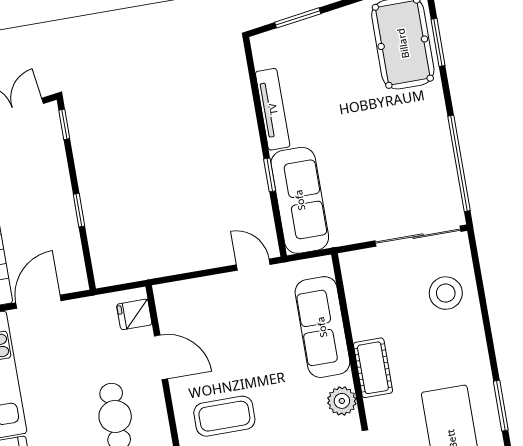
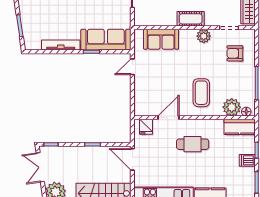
door: (38, 302) -> (132, 159), moved
sofa: (322, 327) -> (161, 39), width x0.73

